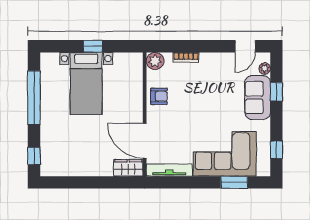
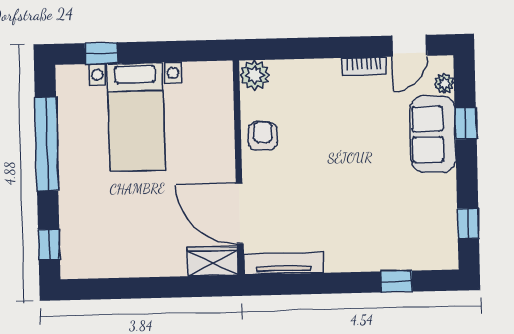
window: (93, 46) -> (101, 53), moved
bookcase: (186, 57) -> (364, 66), moved
armchair: (159, 96) -> (263, 136), turned -88
corner sofa: (225, 154) -> (379, 233), removed
window: (234, 182) -> (397, 282), width x0.67

